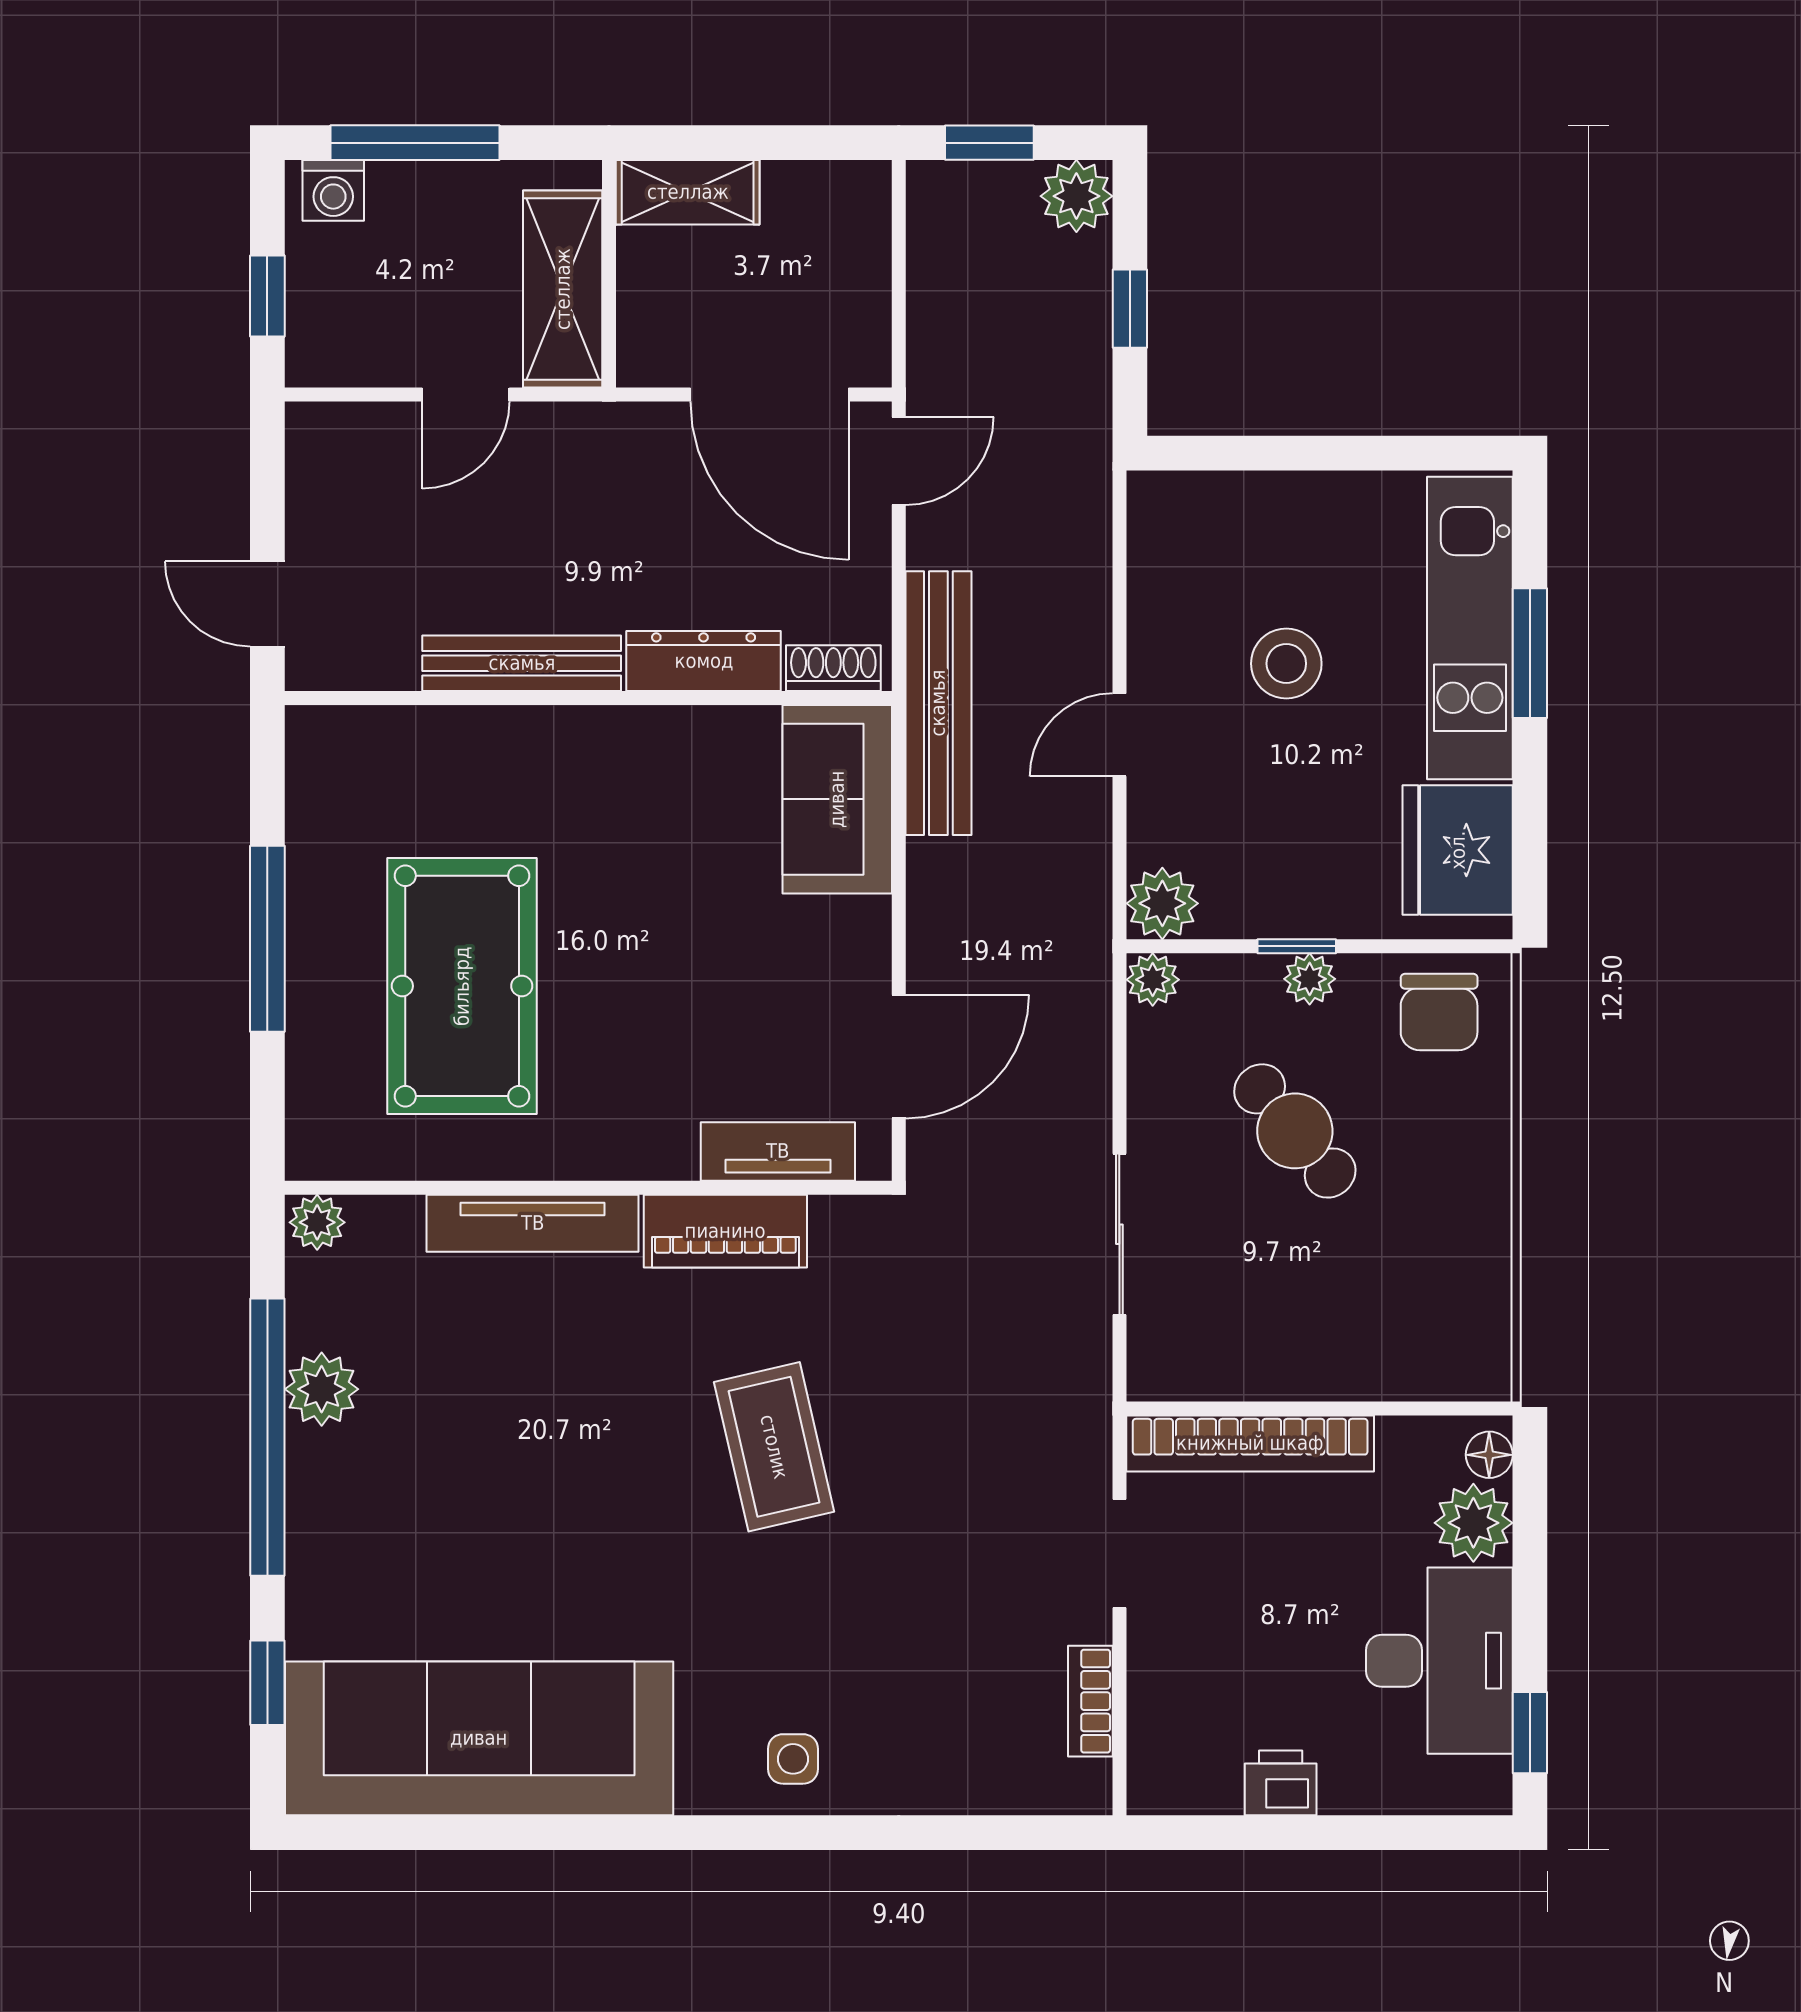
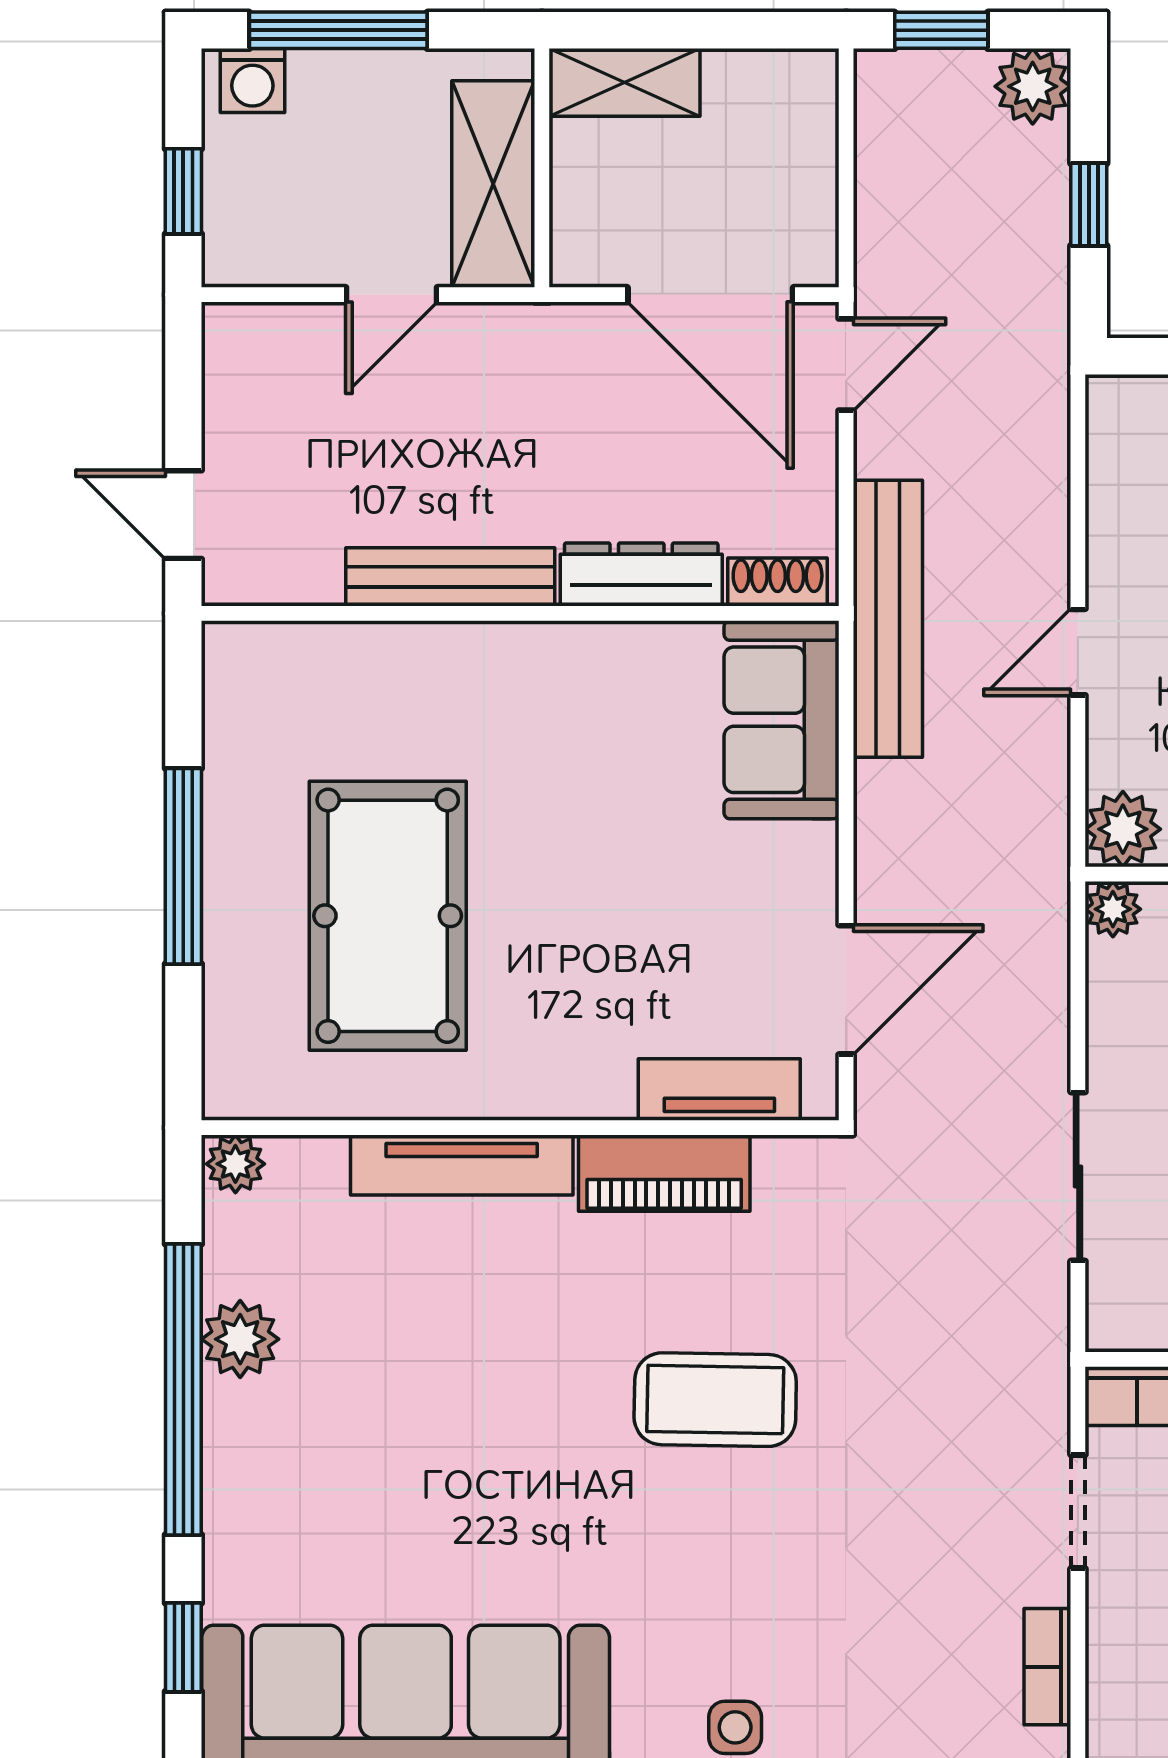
coffee table: (774, 1447) -> (715, 1400), turned -76

